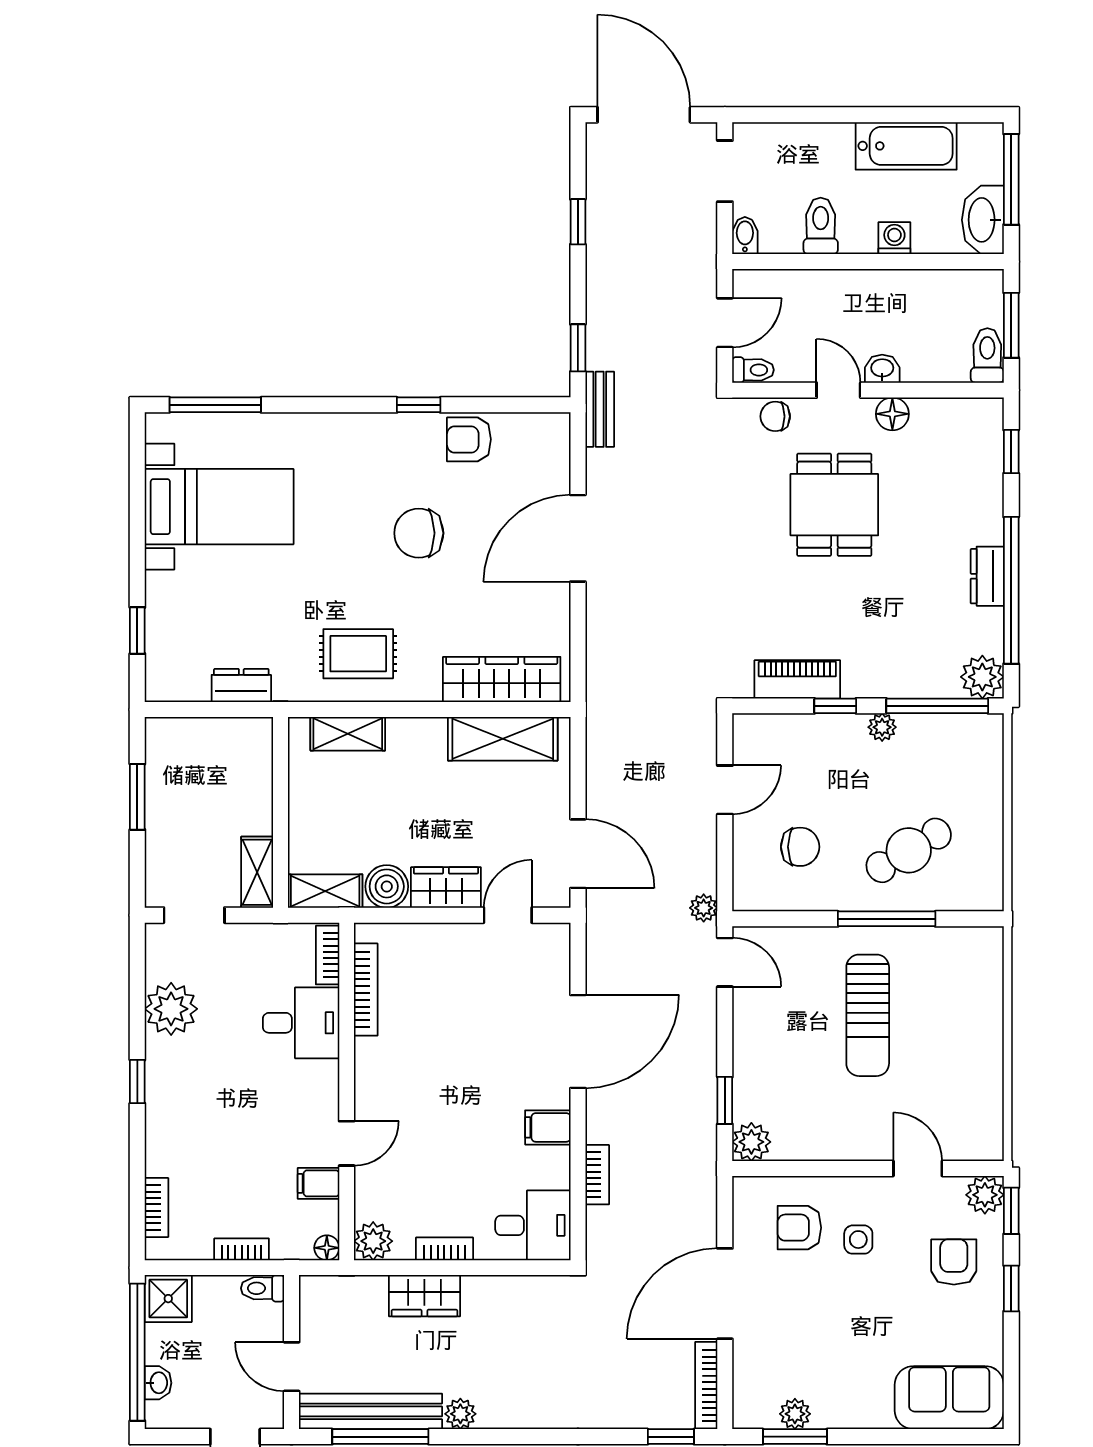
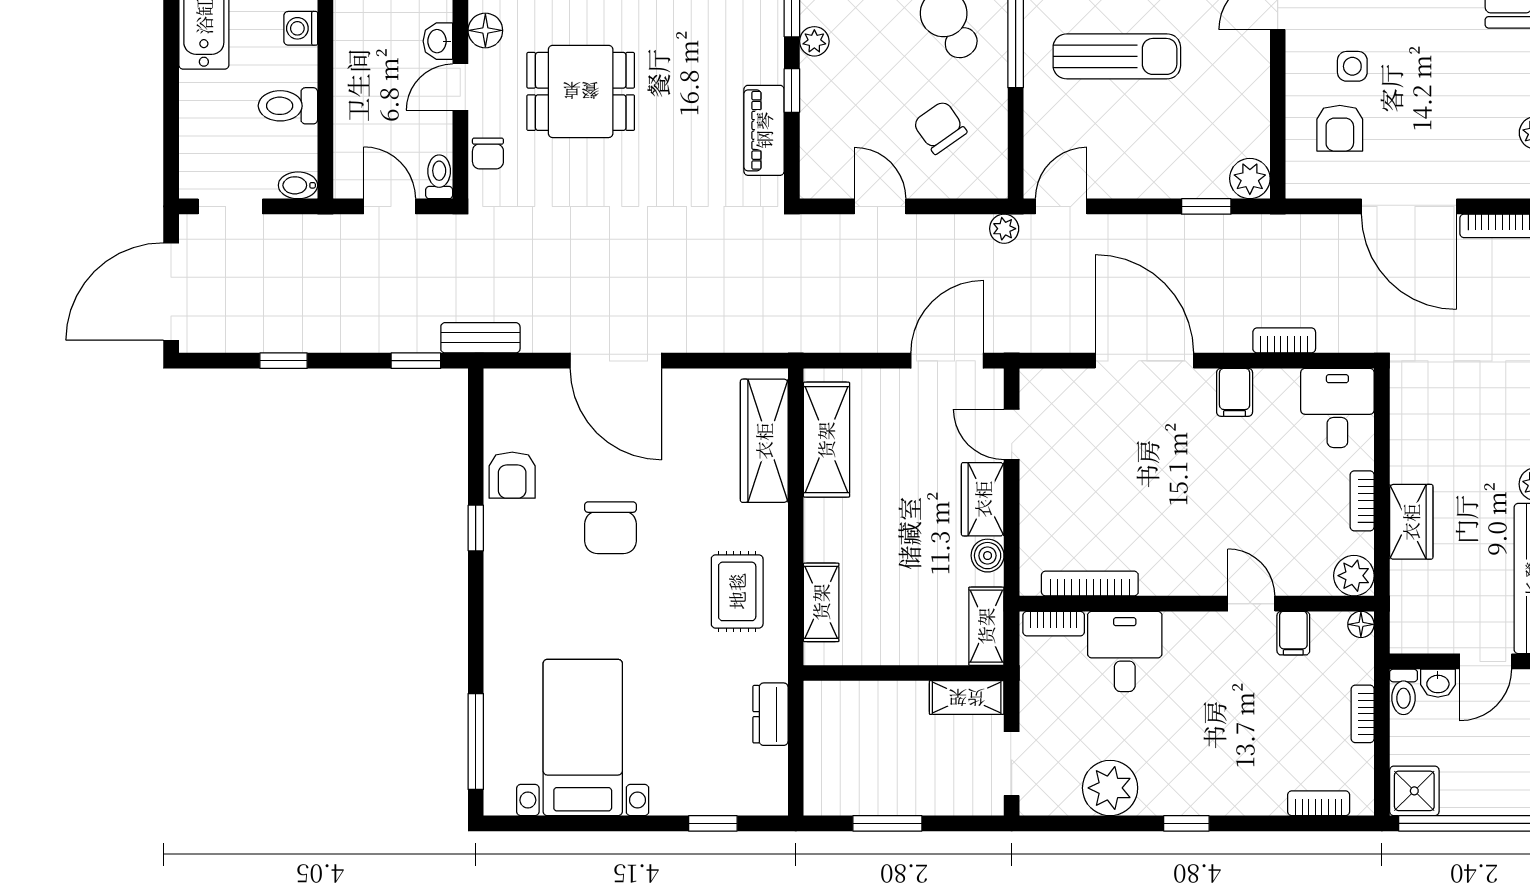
chair: (800, 847) -> (940, 127), turned -35
boiler: (387, 886) -> (988, 556), width x0.73, depth x0.73
washbasin: (158, 1383) -> (1438, 683), moved, turned 180

